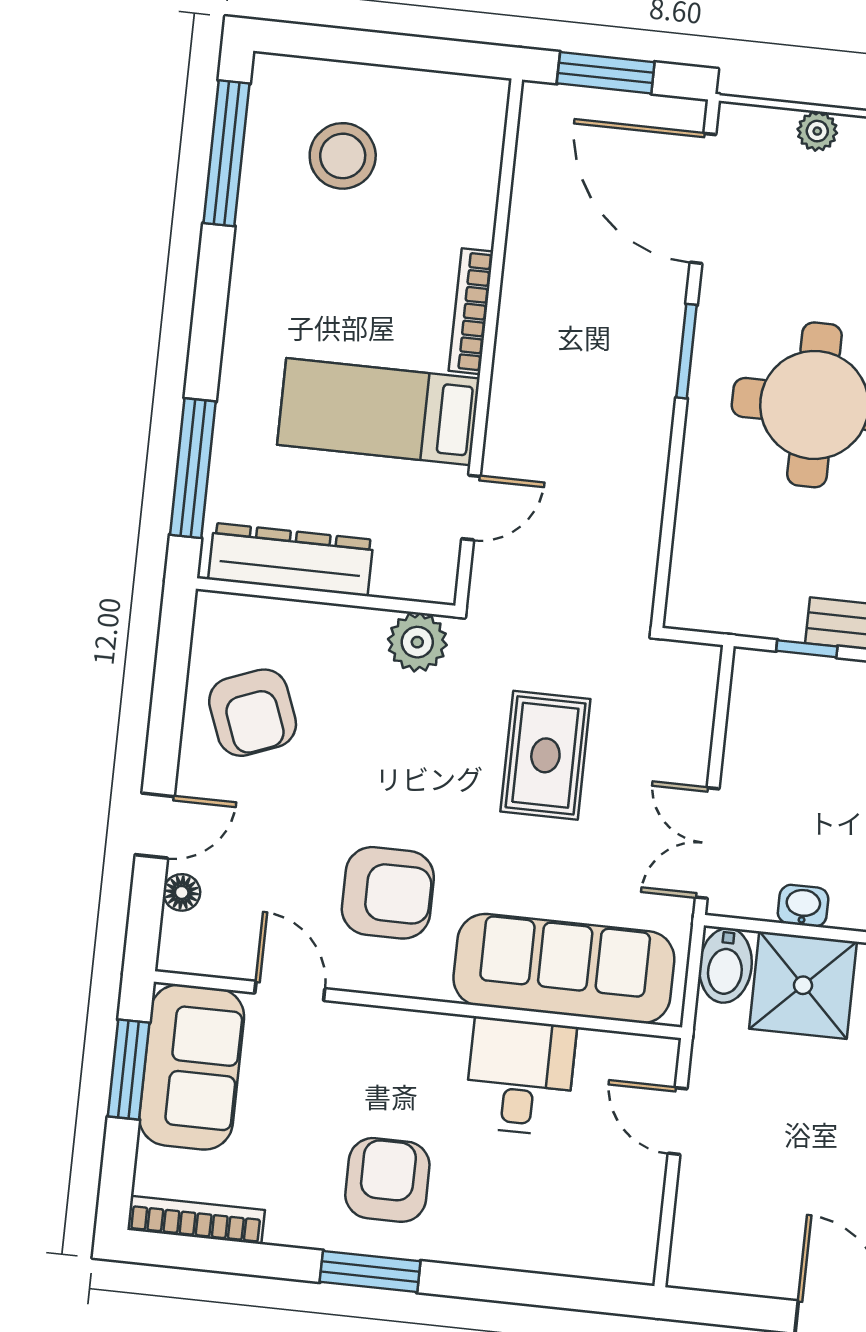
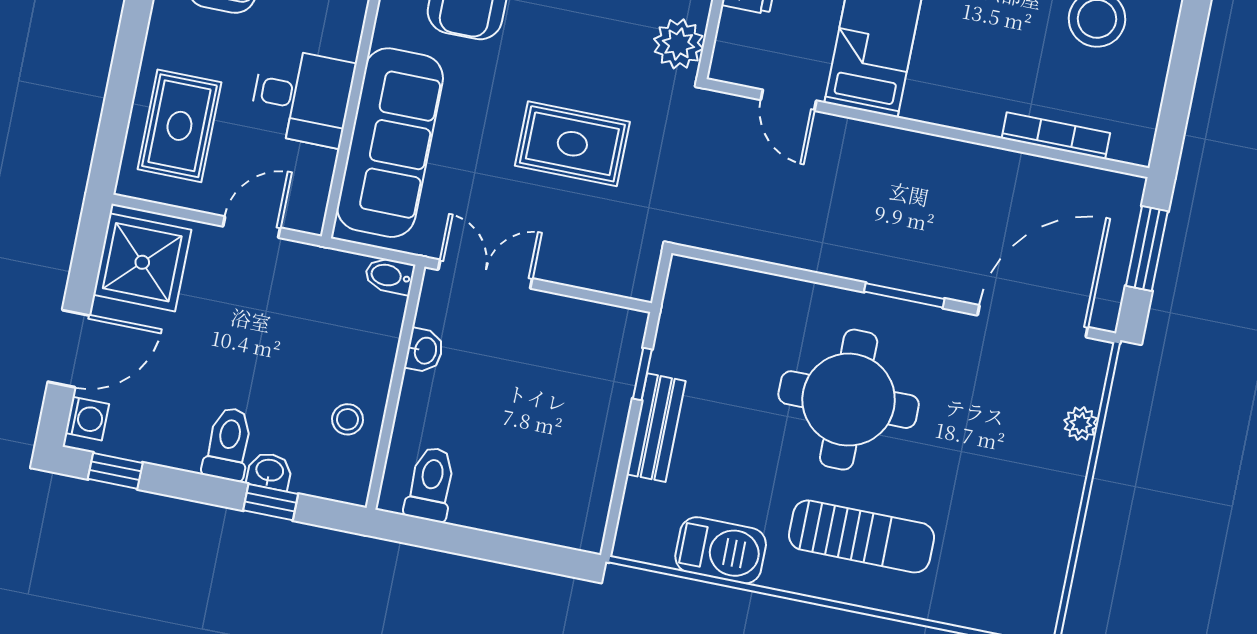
bookcase: (471, 311) -> (1056, 136), moved
bidet: (725, 965) -> (389, 276), width x0.72, depth x0.74
shower: (803, 985) -> (142, 262), moved
rug: (567, 1216) -> (179, 126), added

